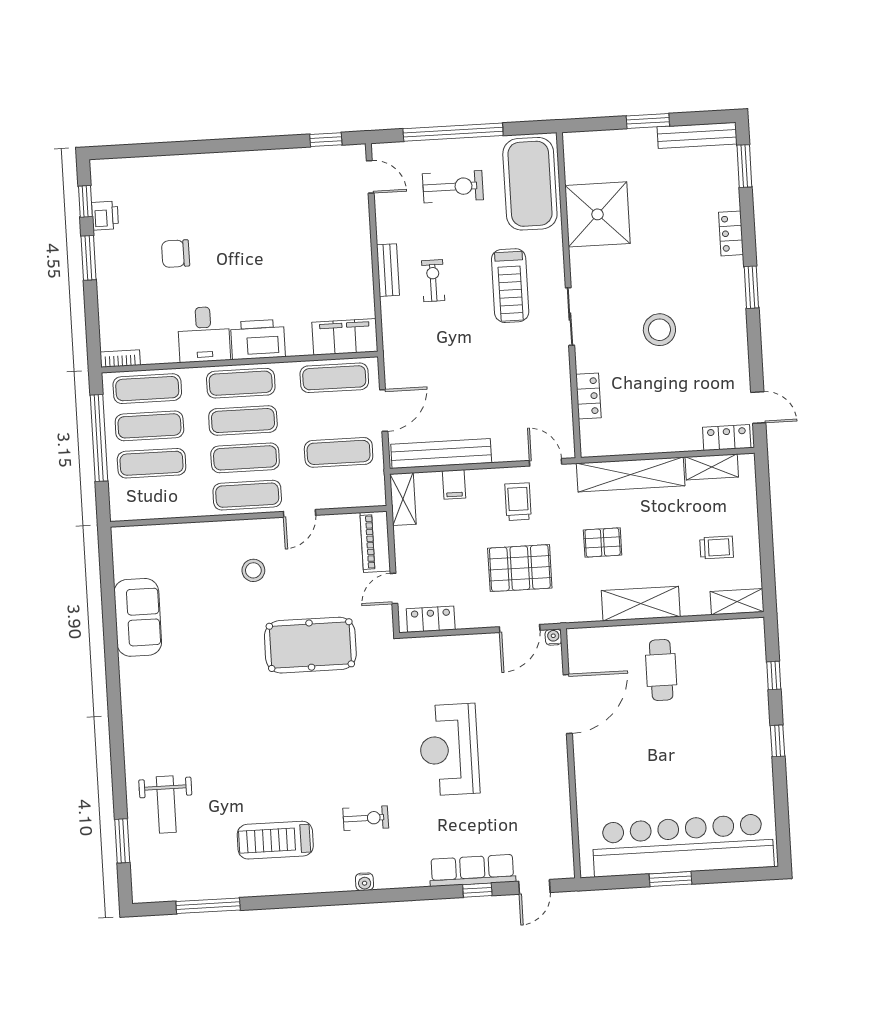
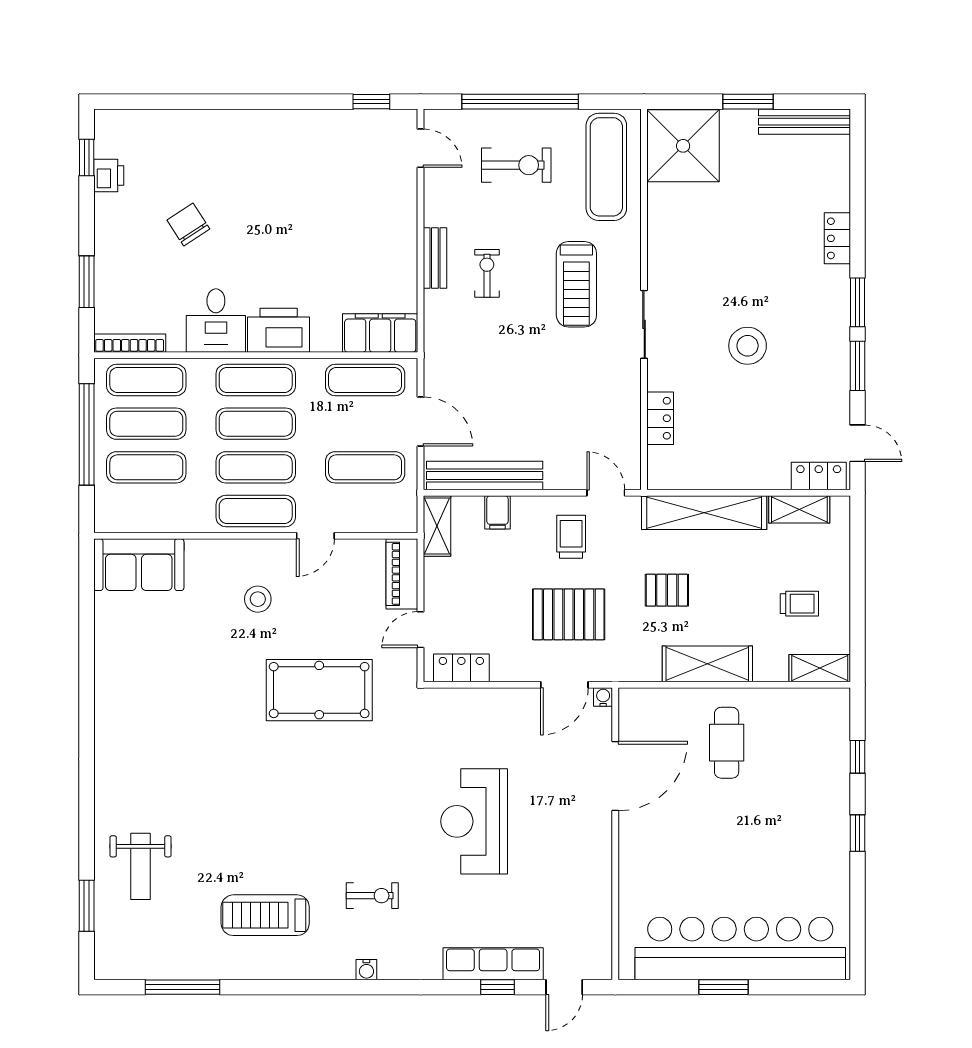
window: (744, 166) -> (858, 366), moved
exercise mat: (530, 184) -> (606, 167), width x0.68
shower: (598, 214) -> (683, 146), moved
chair: (176, 254) -> (188, 224), turned 57
window: (89, 258) -> (87, 282), moved
bookcase: (120, 359) -> (130, 343), width x1.56
door: (384, 411) -> (420, 421), hinge flipped
sofa: (138, 617) -> (139, 565), moved, turned 90

